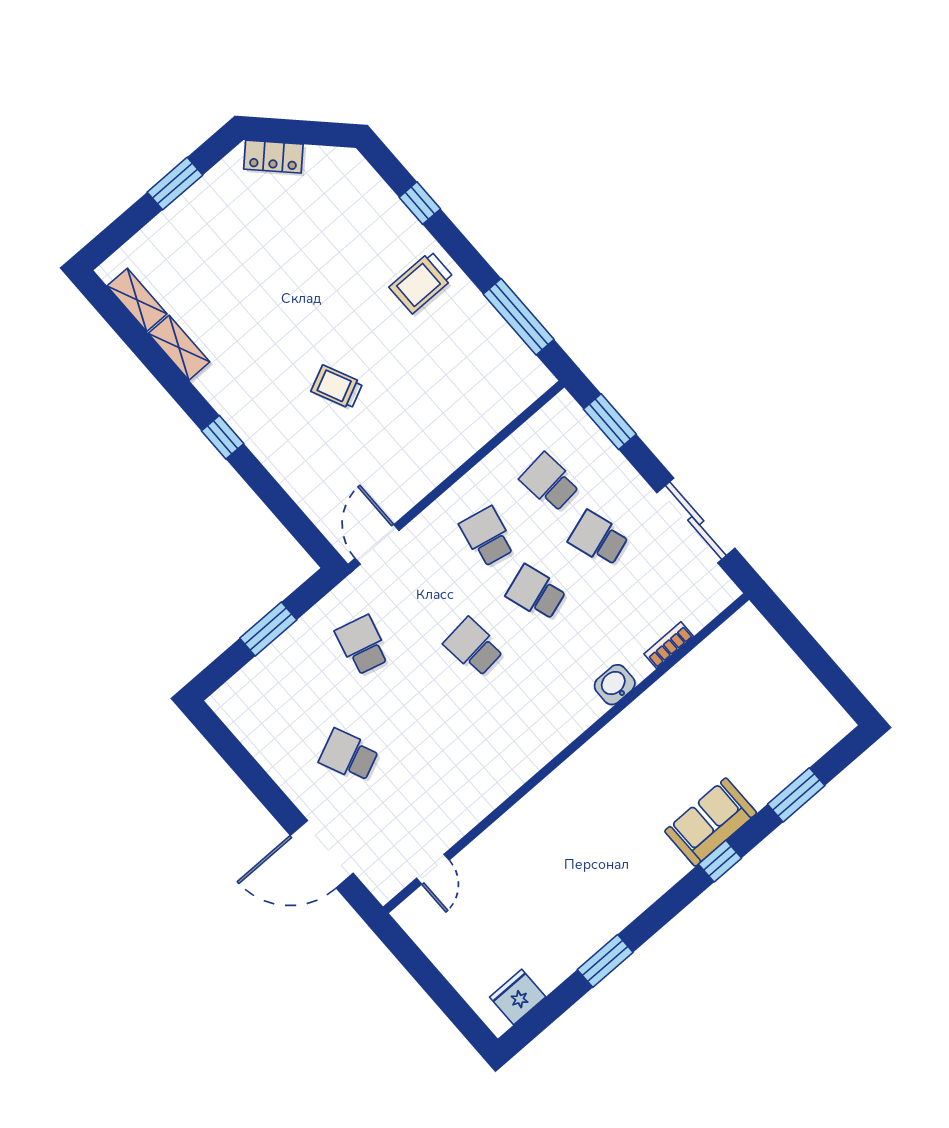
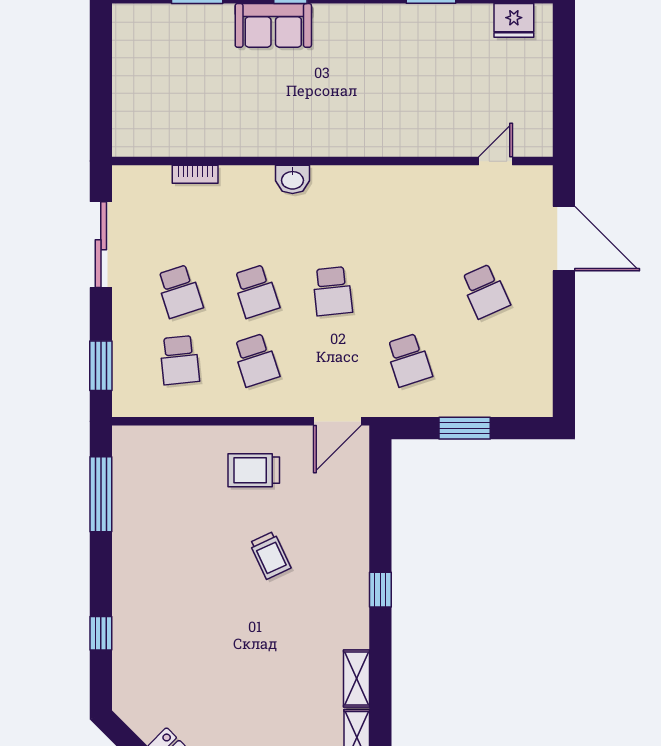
trolley: (421, 282) -> (254, 470), moved, turned 180
school desk: (487, 536) -> (256, 360), turned -30
school desk: (362, 645) -> (409, 360), turned -33
washbasin: (615, 685) -> (292, 179), moved

